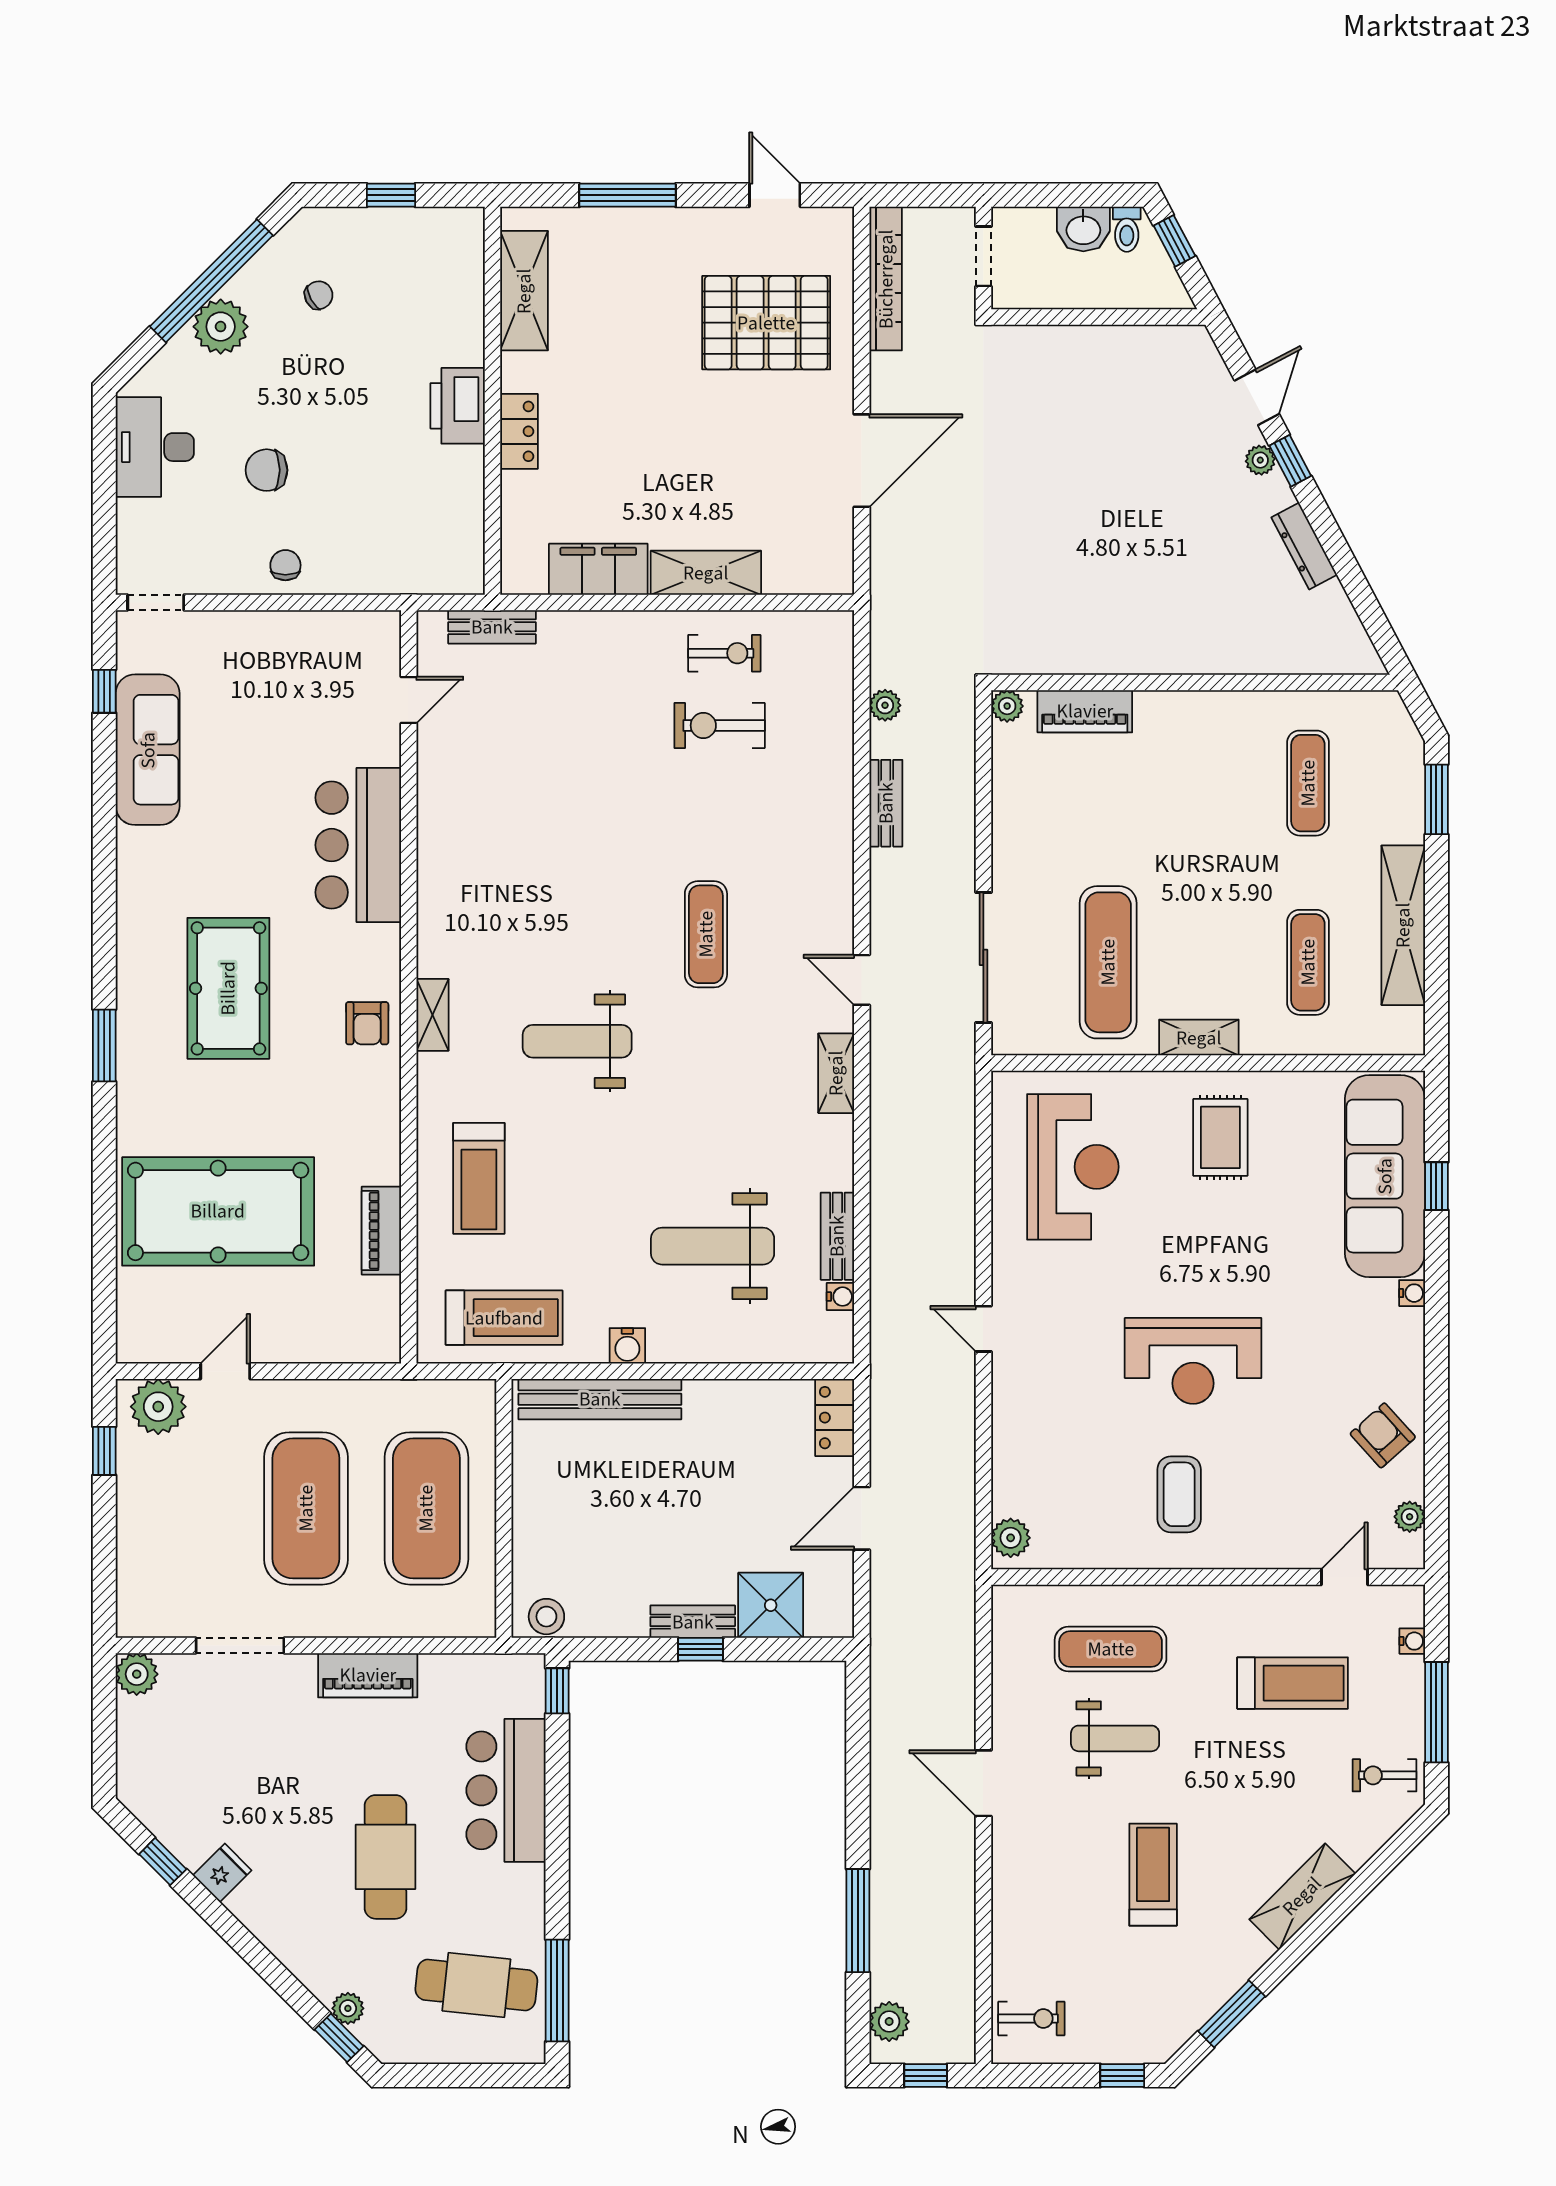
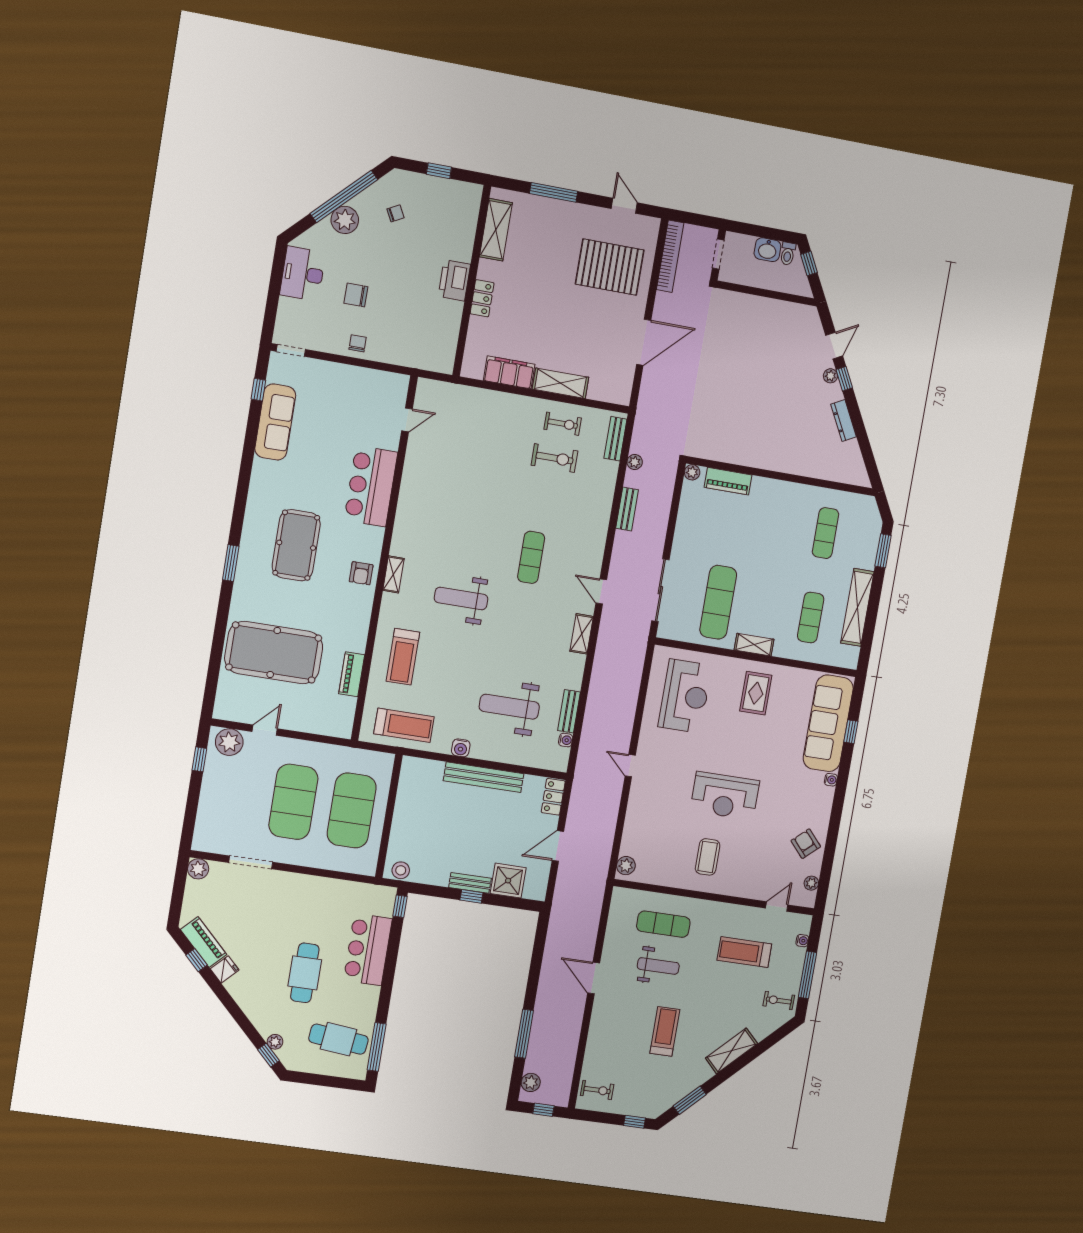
bench: (492, 627) -> (615, 439), moved, turned 90
exercise bike: (720, 725) -> (555, 458), turned 180
bench: (600, 1399) -> (484, 777), moved
piano: (368, 1675) -> (204, 942), moved, turned -135
treadmill: (1293, 1683) -> (744, 952), turned 180

